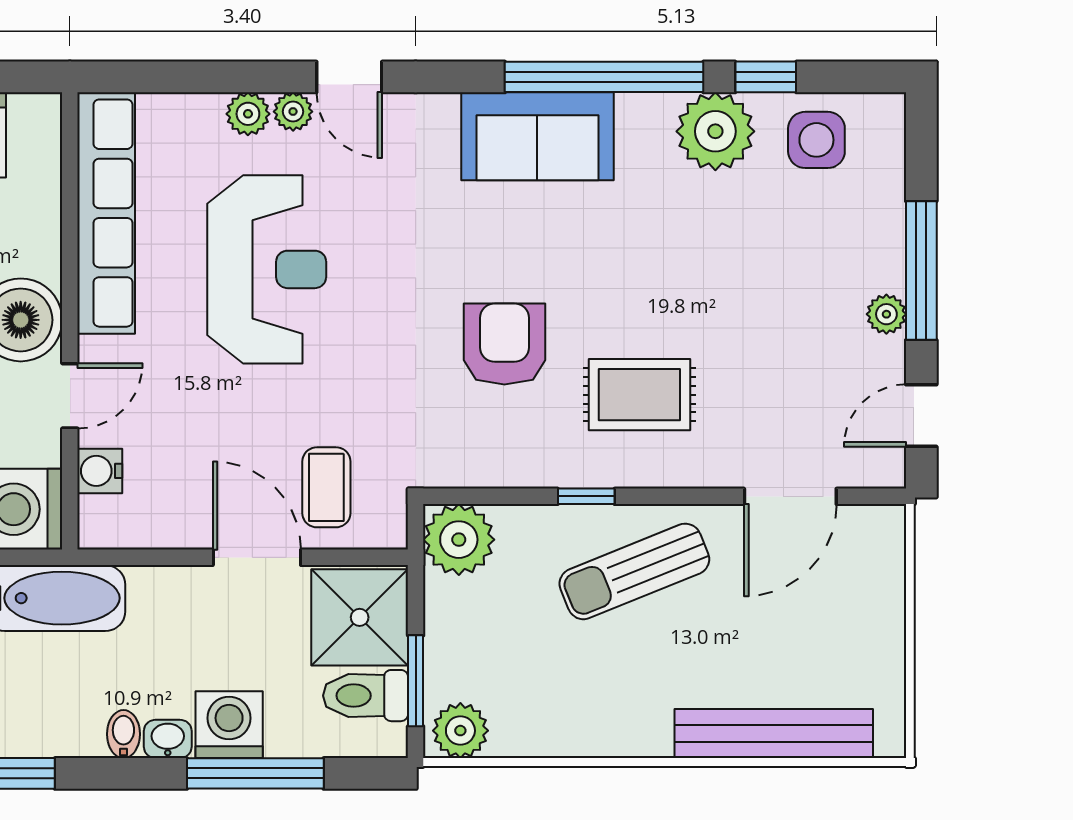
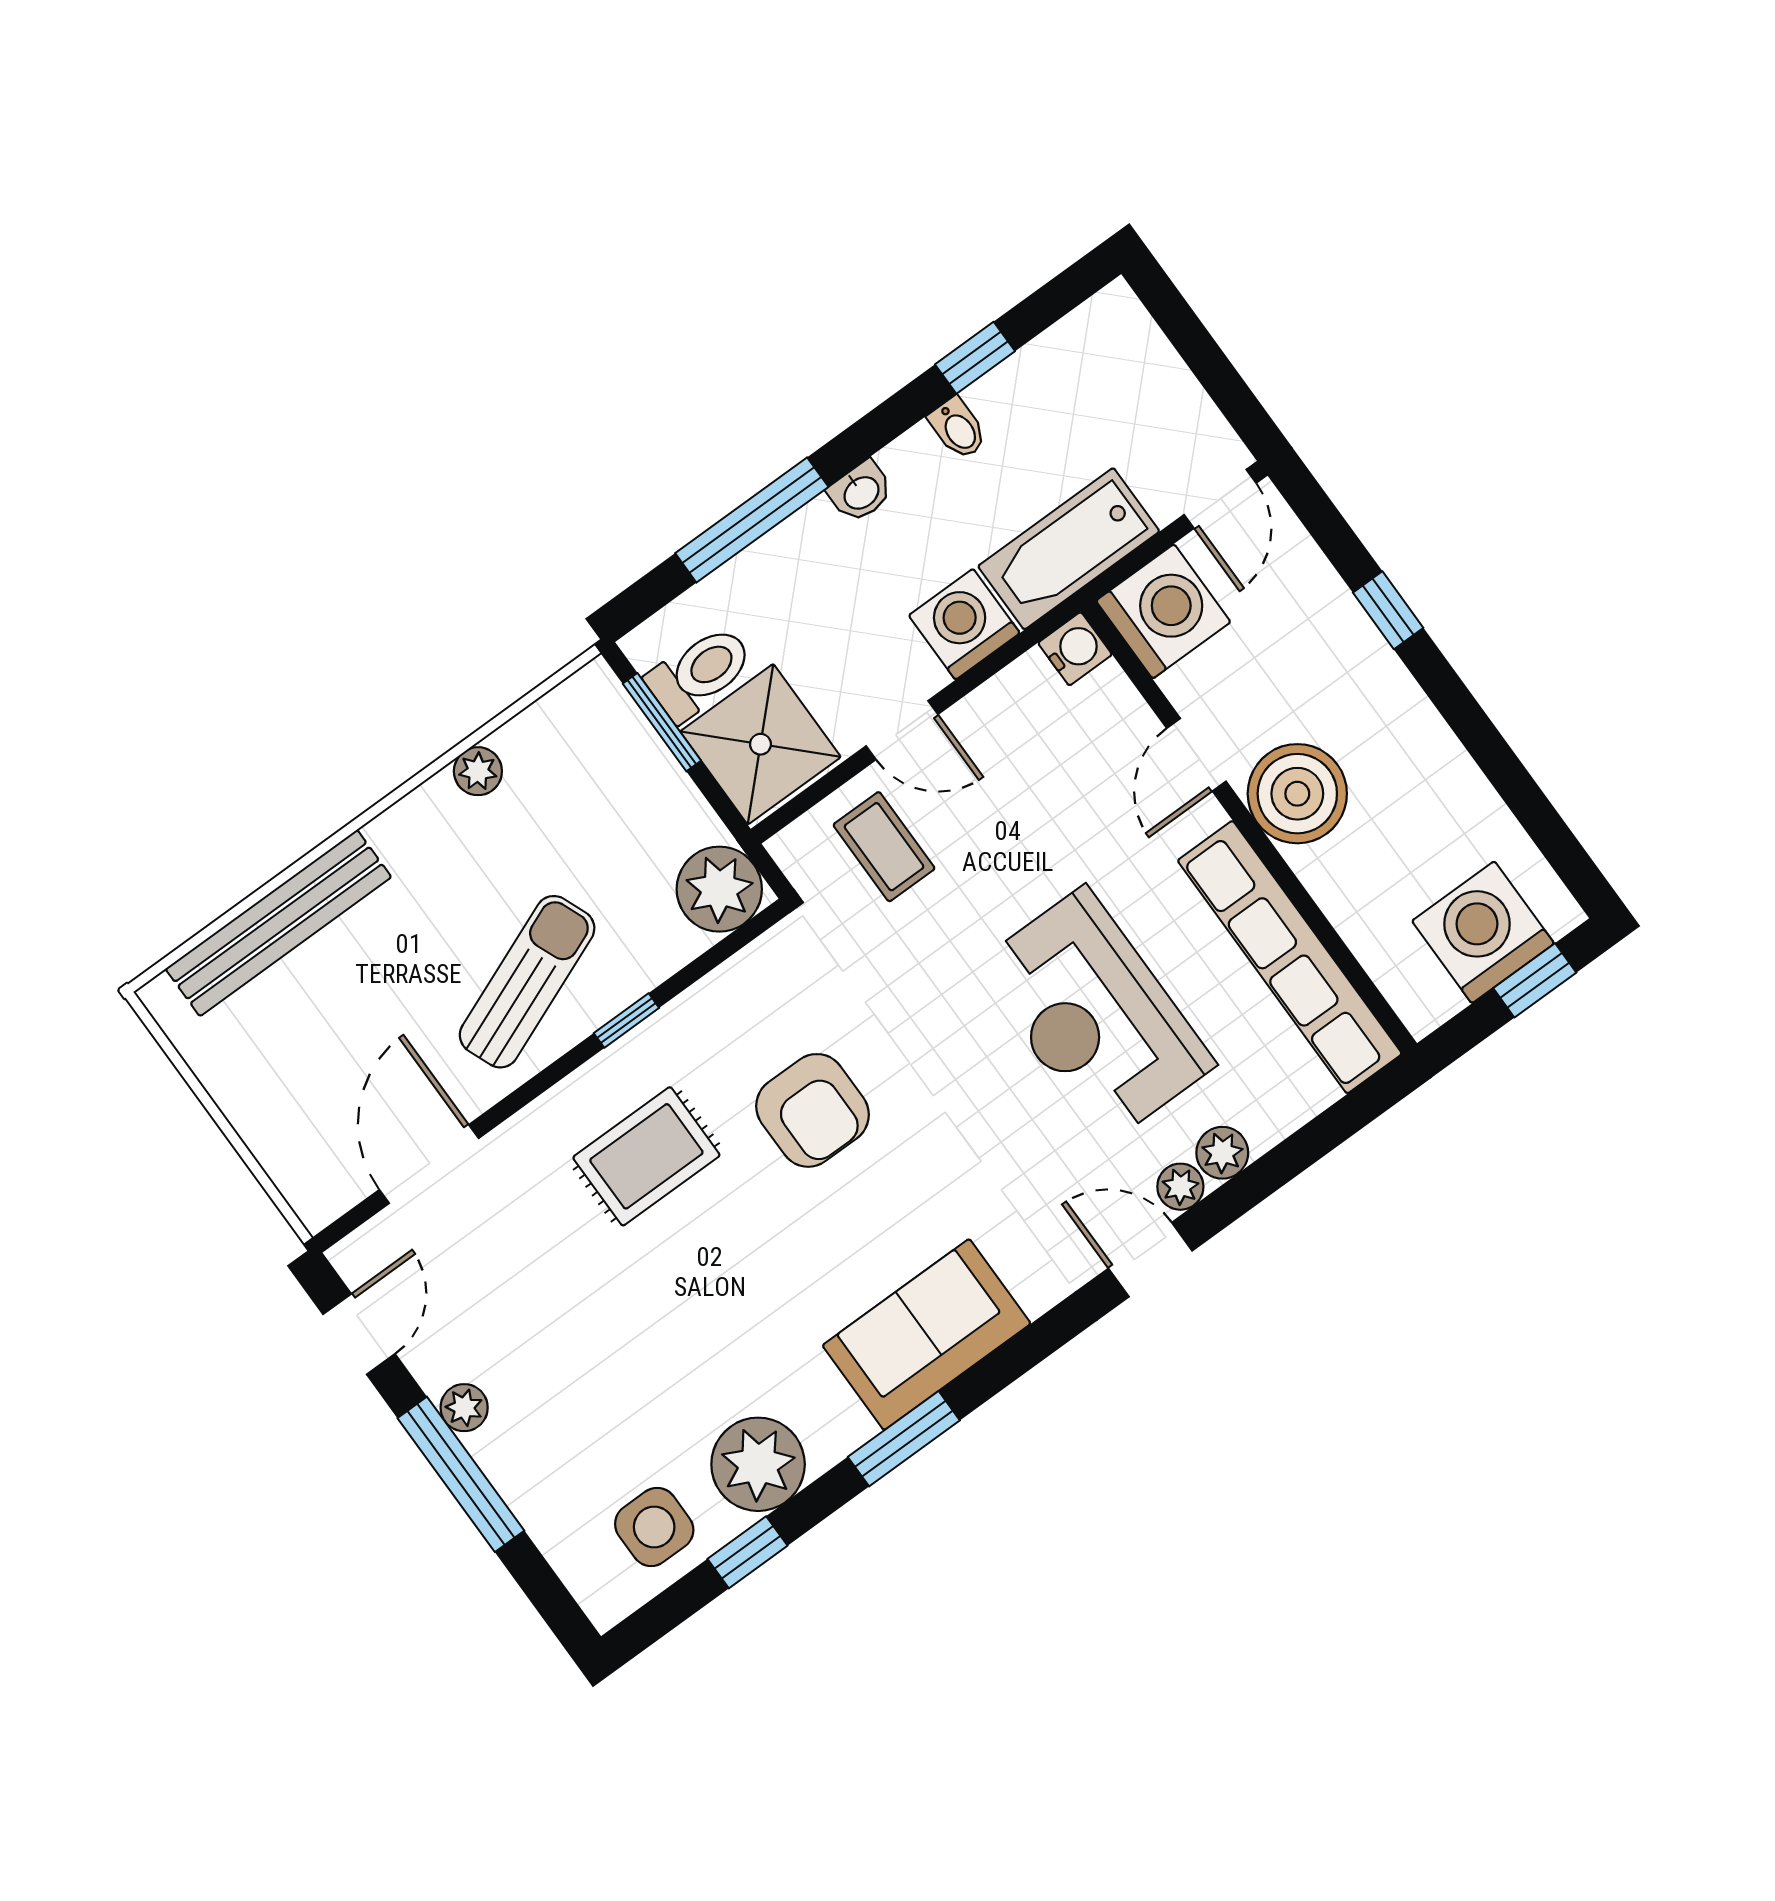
window: (604, 77) -> (904, 1439), width x0.47
water cooler: (100, 471) -> (1075, 649), moved
door: (257, 557) -> (902, 730), width x0.73
washing machine: (229, 725) -> (964, 624), moved, turned 180
plant: (460, 731) -> (478, 771), moved, width x0.73, depth x0.73
bidet: (123, 734) -> (958, 428), moved

